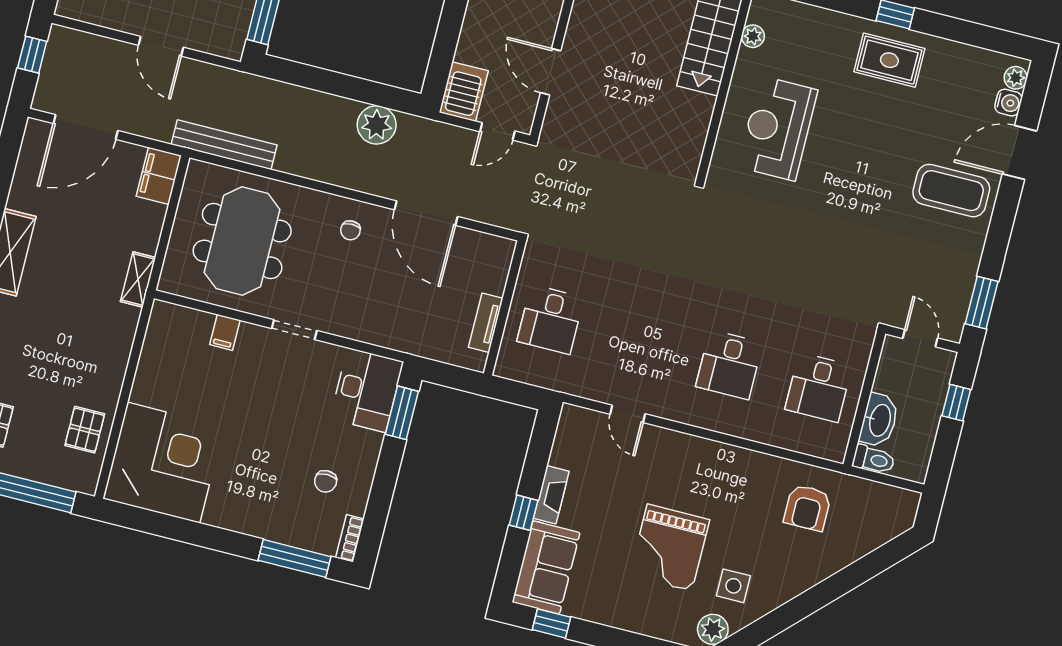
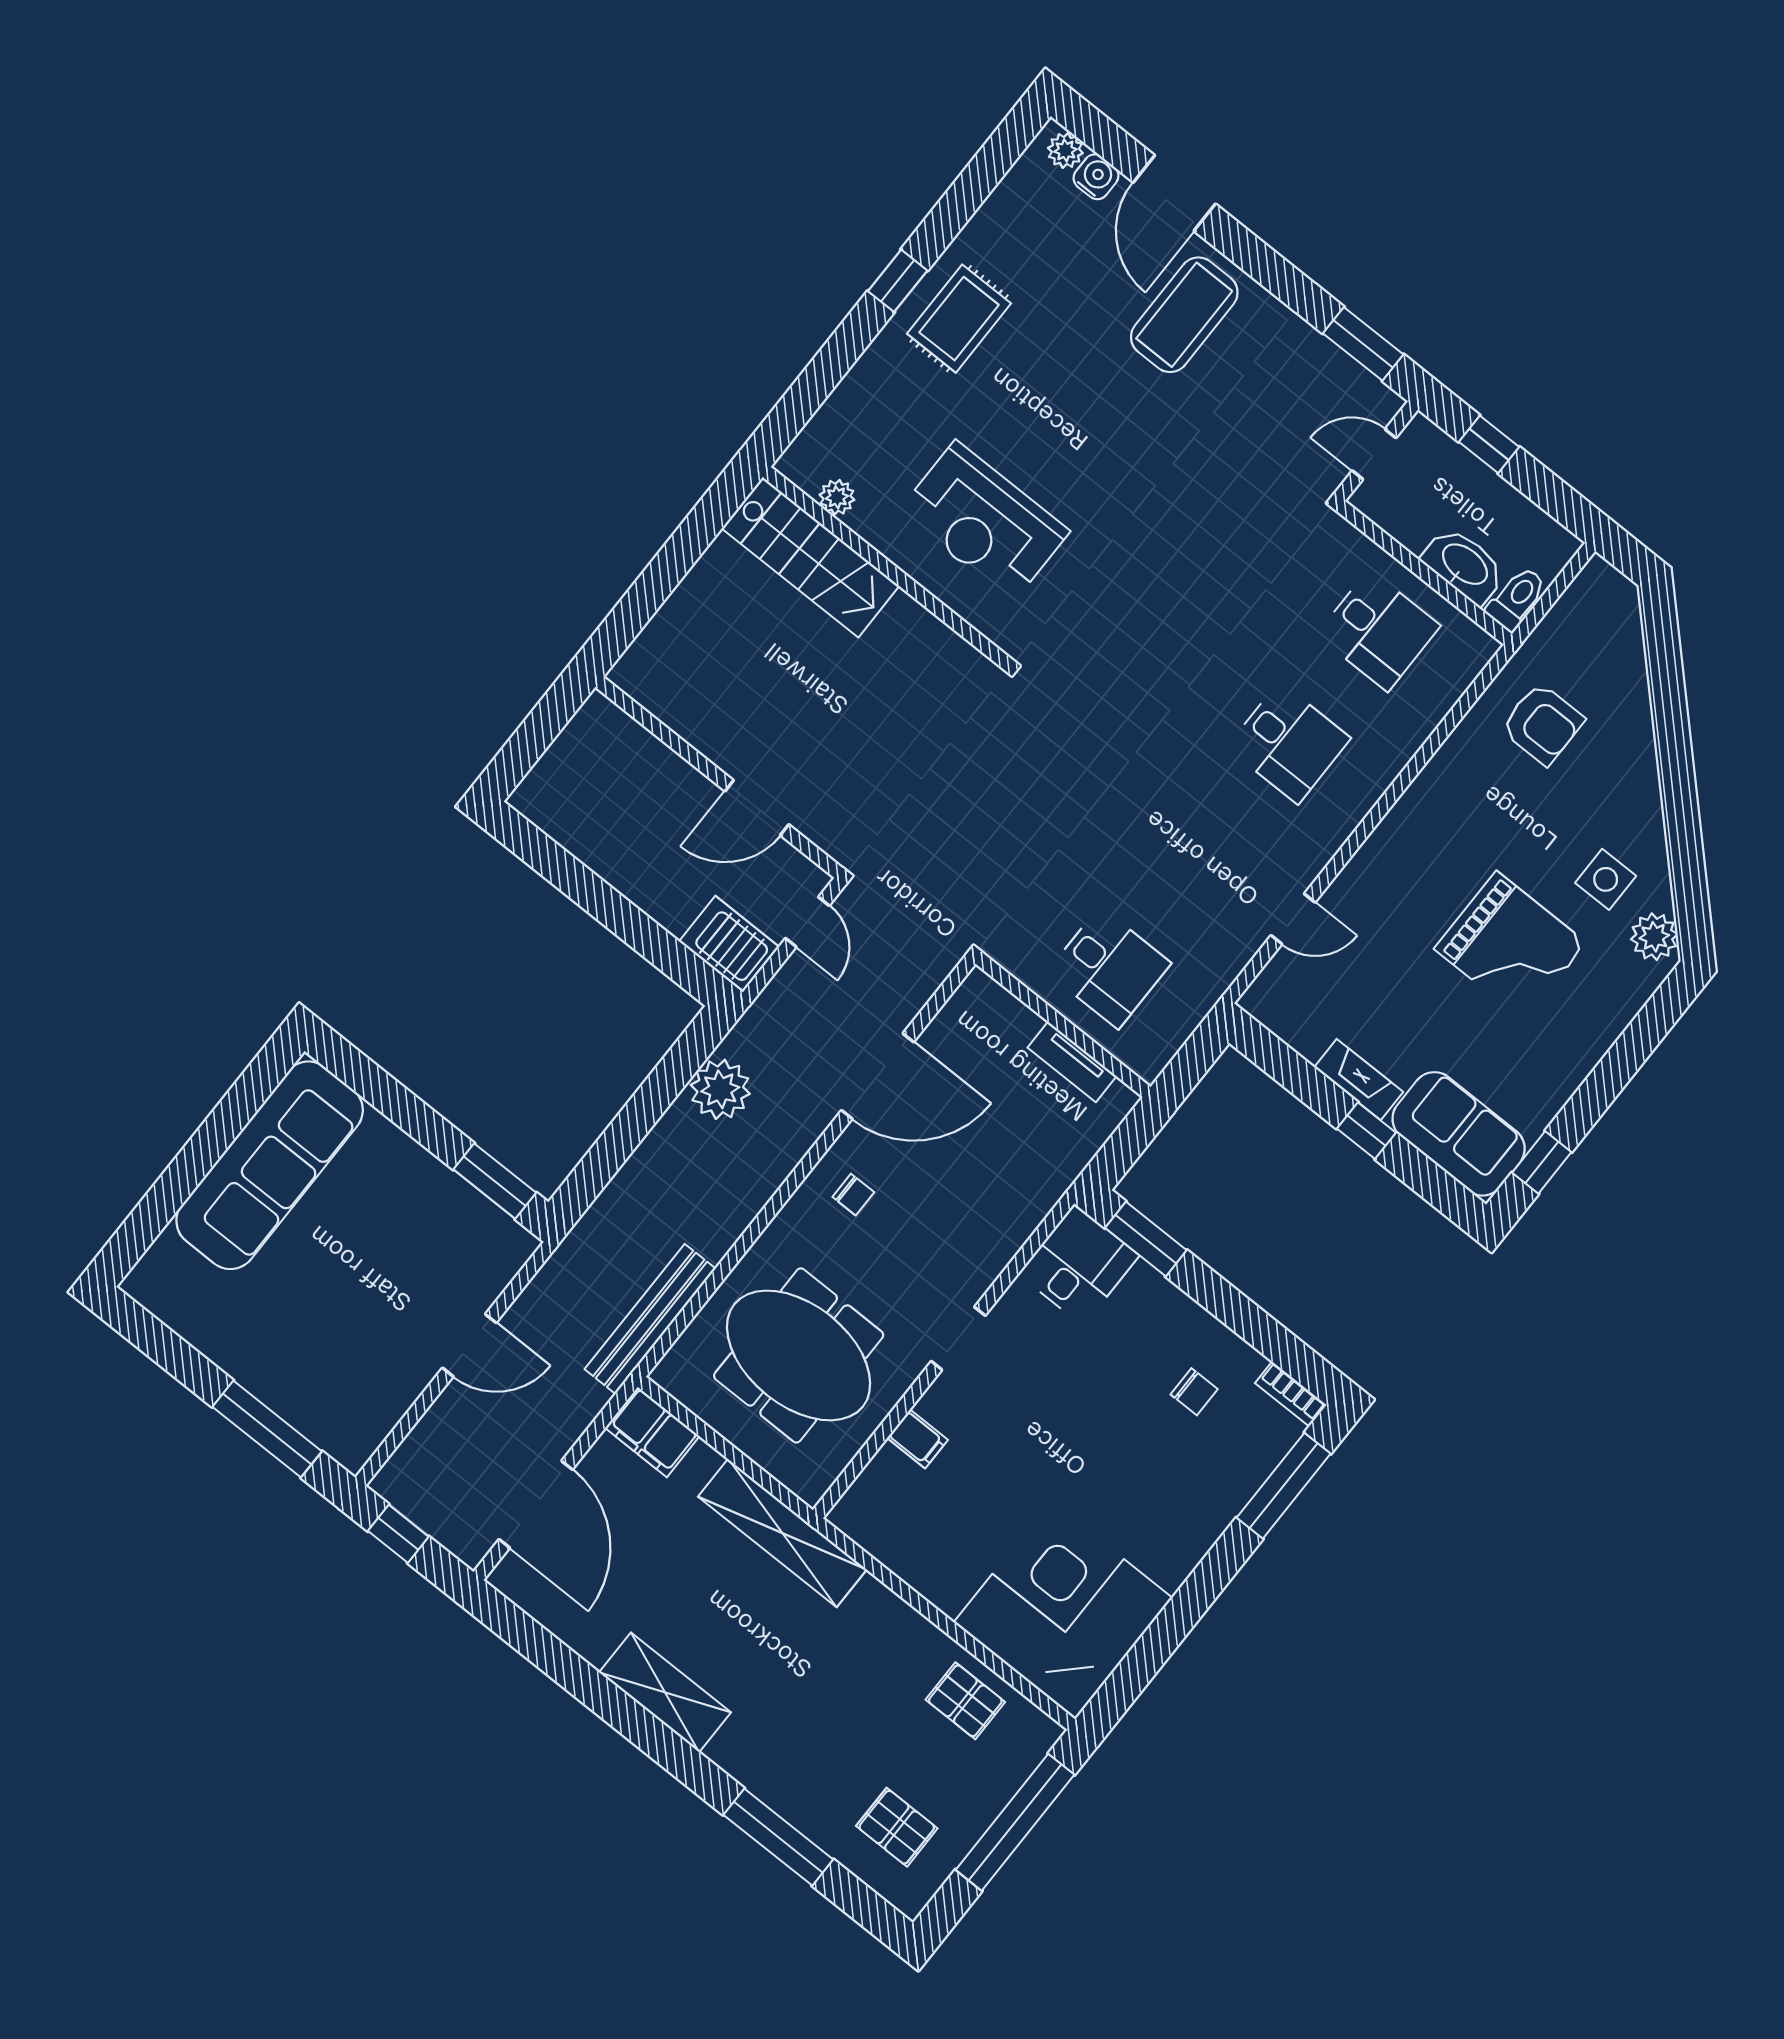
shelving: (138, 279) -> (782, 1533), width x2.20, depth x1.33
desk: (367, 390) -> (1079, 1265), width x0.73

